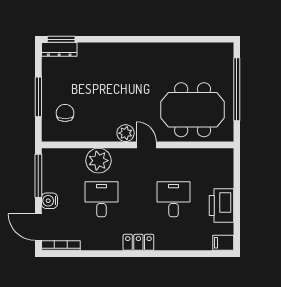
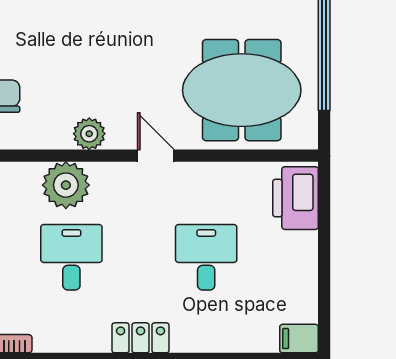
plant: (126, 133) -> (89, 134), moved
printer: (221, 206) -> (296, 198), moved

